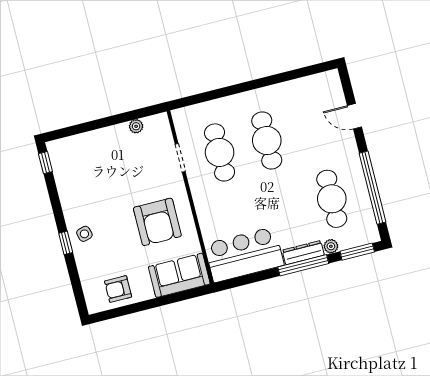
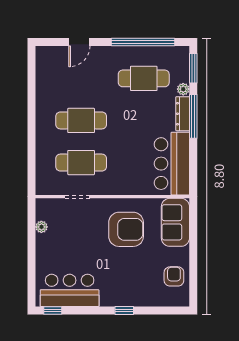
bar counter: (73, 176) -> (70, 290), added
side table: (84, 234) -> (121, 293), removed
armchair: (118, 289) -> (174, 276), turned 180

